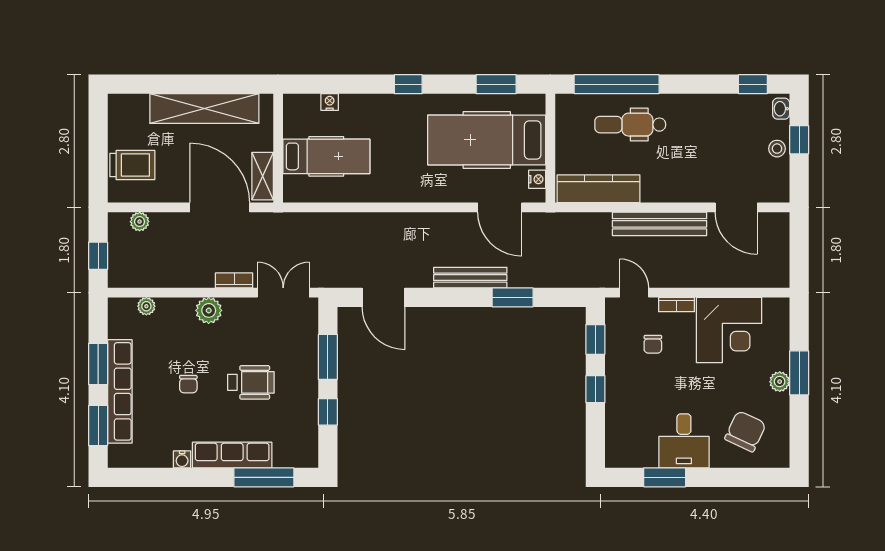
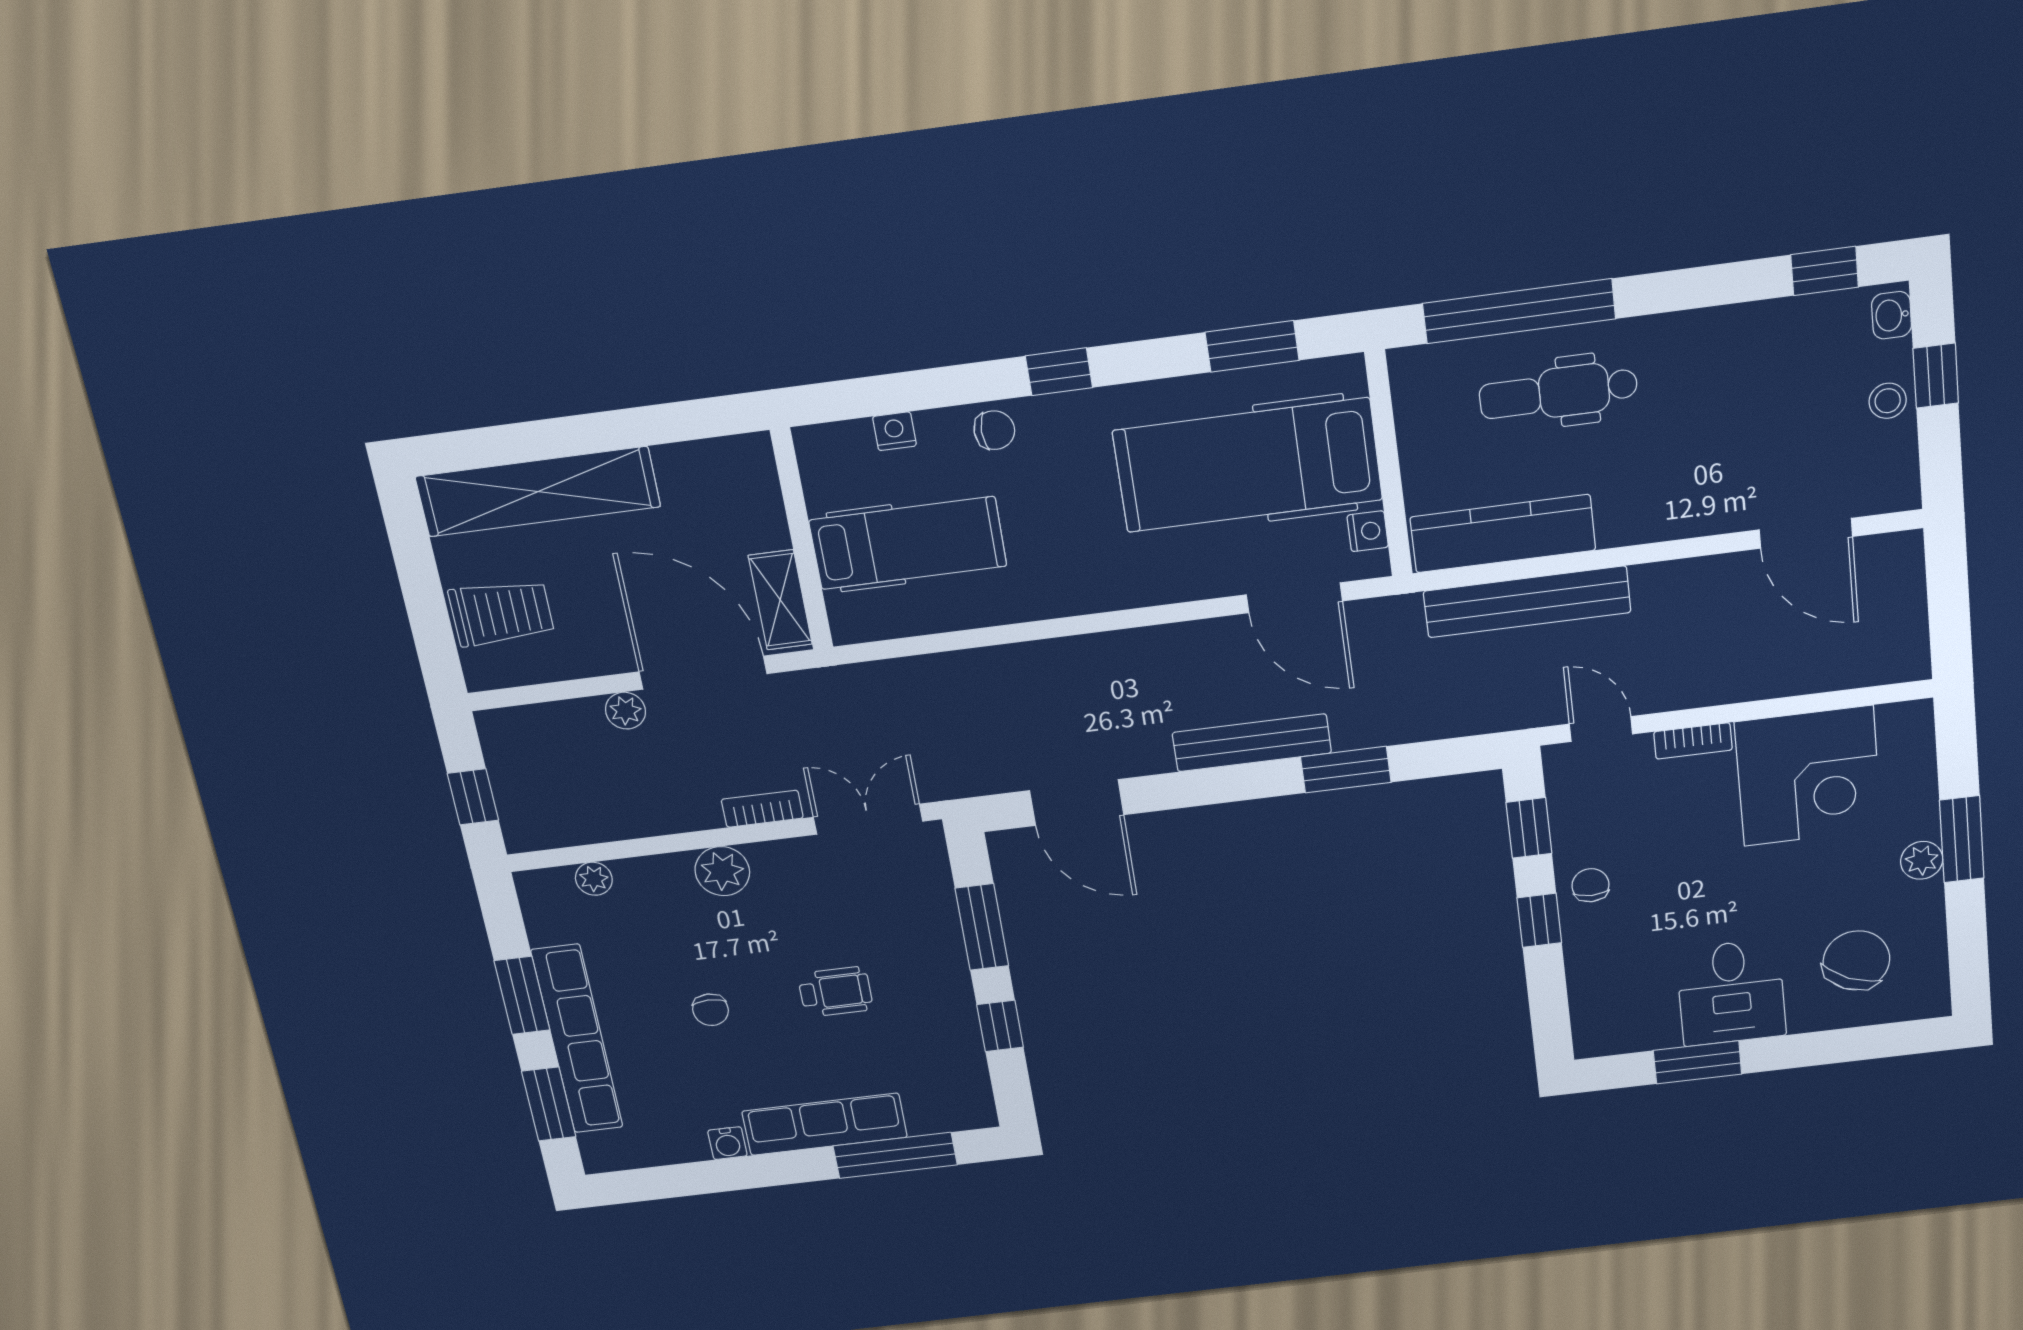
chair: (375, 108) -> (994, 430), added
shelving: (204, 109) -> (538, 492), moved
plant: (140, 222) -> (625, 711), moved
bench: (660, 224) -> (1527, 602), moved
chair: (653, 344) -> (1590, 885), moved, turned 180
wheelchair: (251, 382) -> (835, 992), width x0.73, depth x0.73

